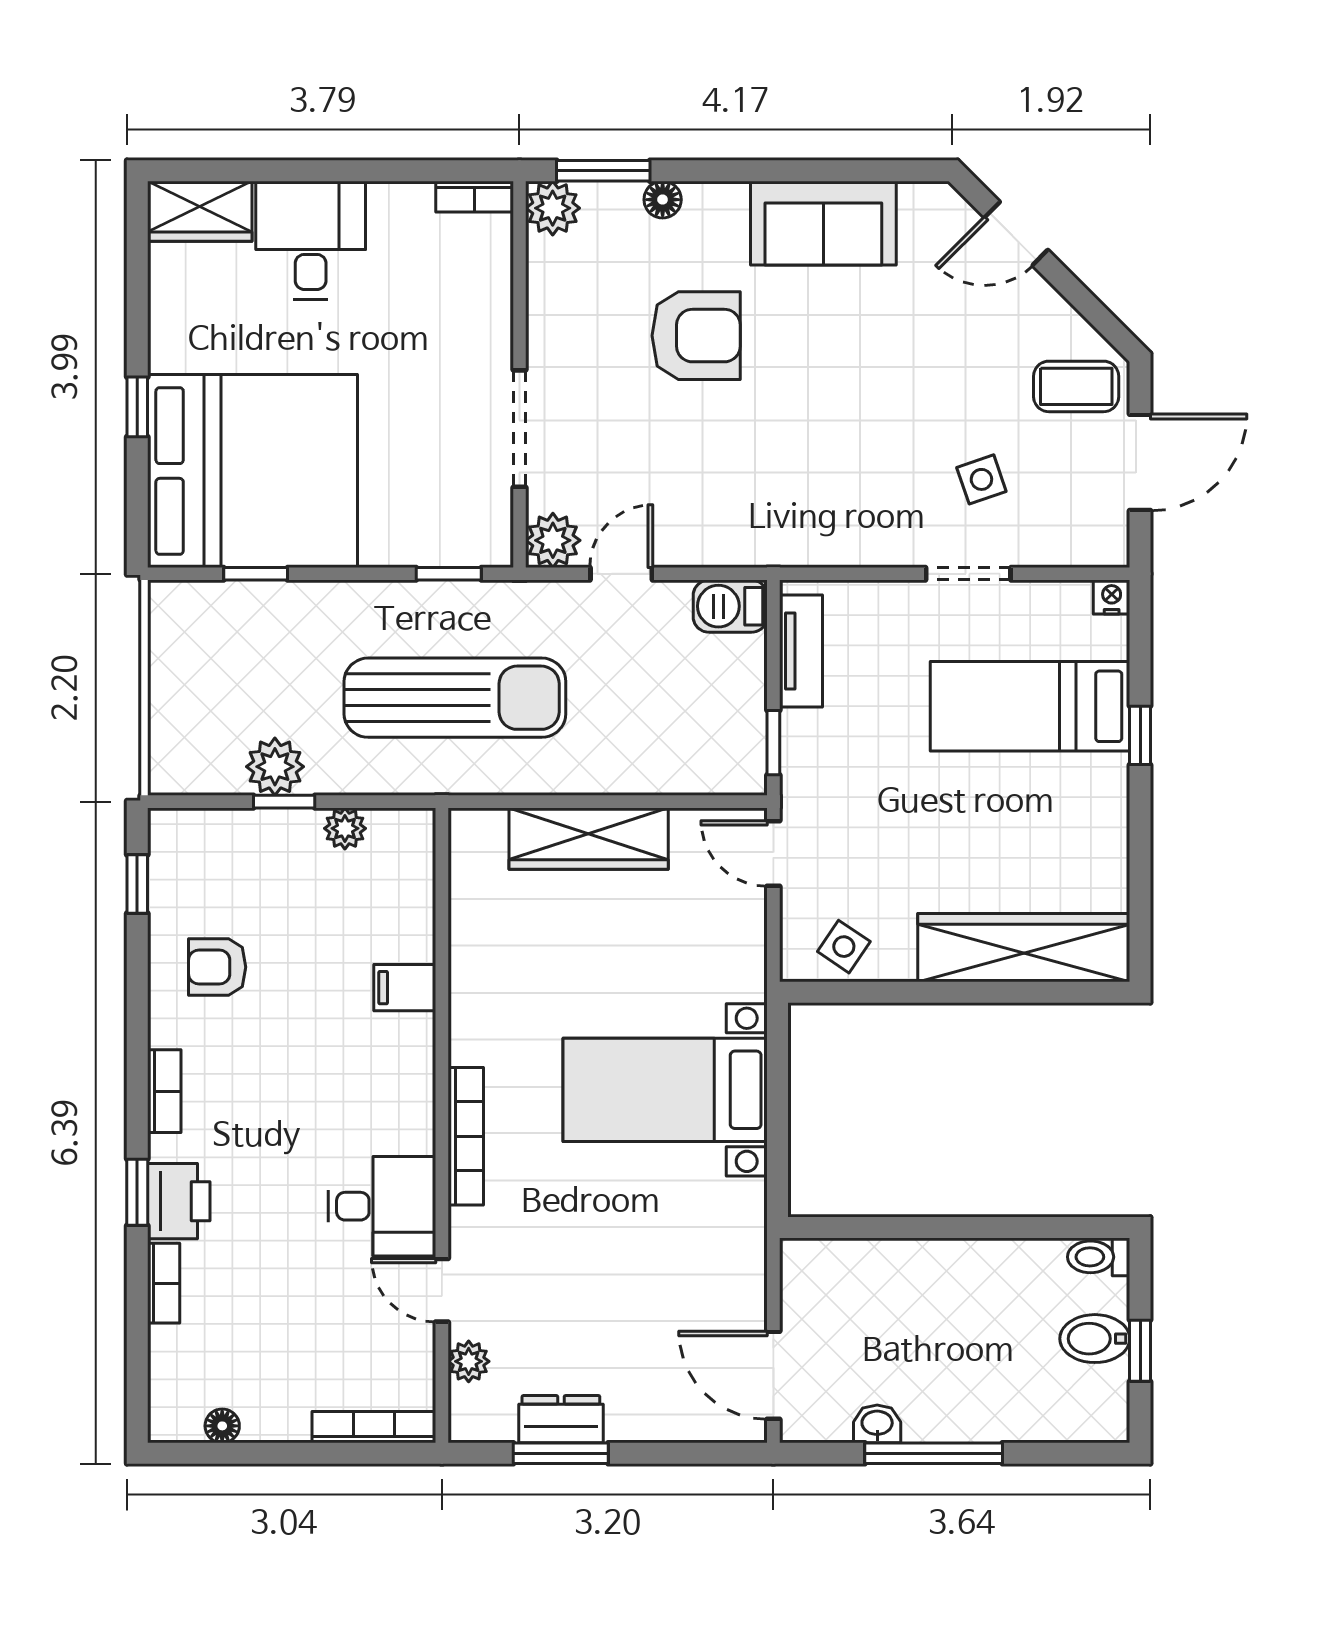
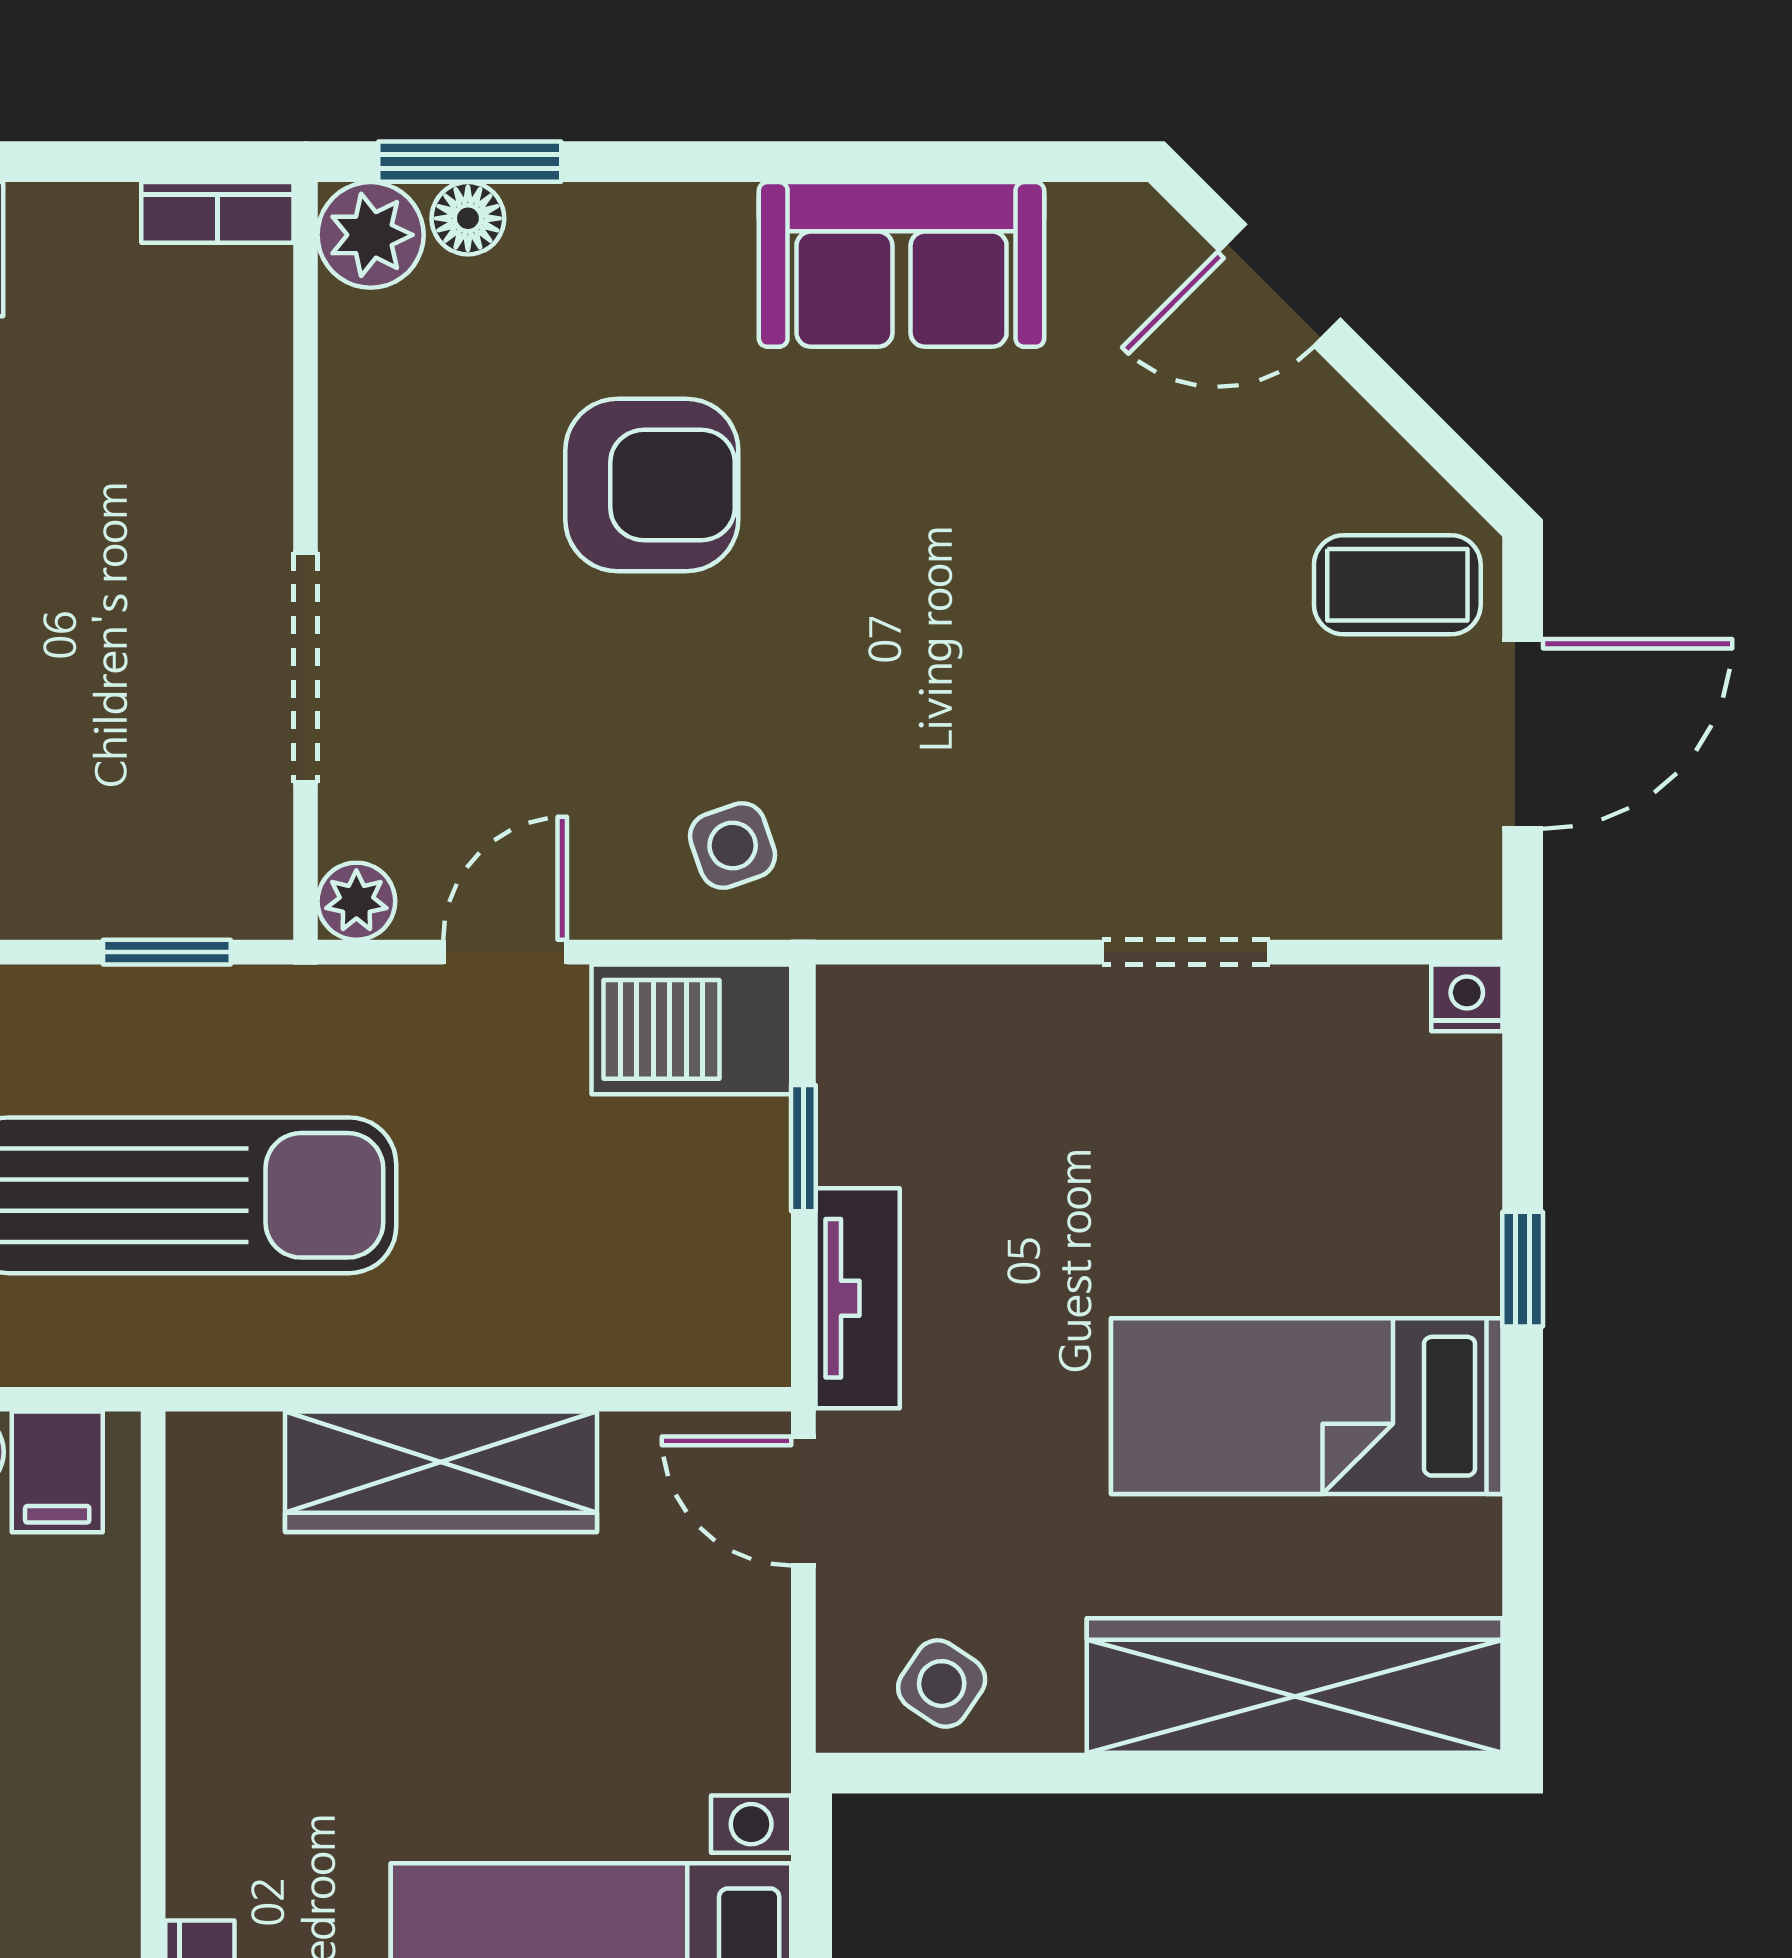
floor lamp: (663, 200) -> (468, 218), moved
side table: (981, 479) -> (733, 846), moved
plant: (553, 540) -> (356, 901), width x0.73, depth x0.73
barbecue: (730, 606) -> (691, 1029), width x1.38, depth x1.27
tv unit: (801, 651) -> (858, 1298), moved
bed: (1030, 706) -> (1307, 1406), moved
window: (773, 743) -> (803, 1148), moved
filing cabinet: (405, 988) -> (57, 1472), moved, turned -90

